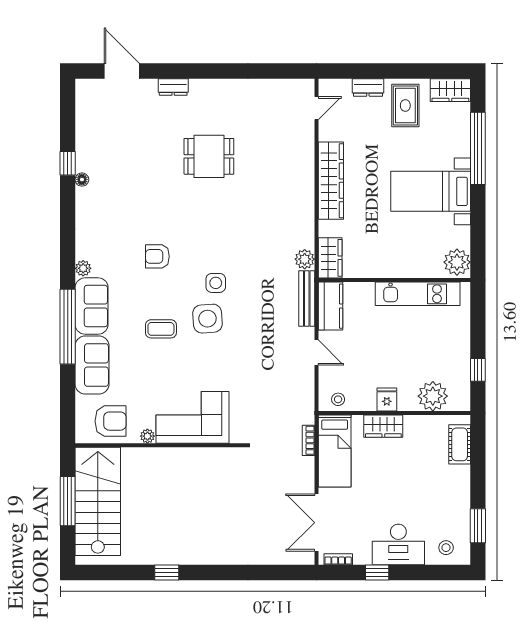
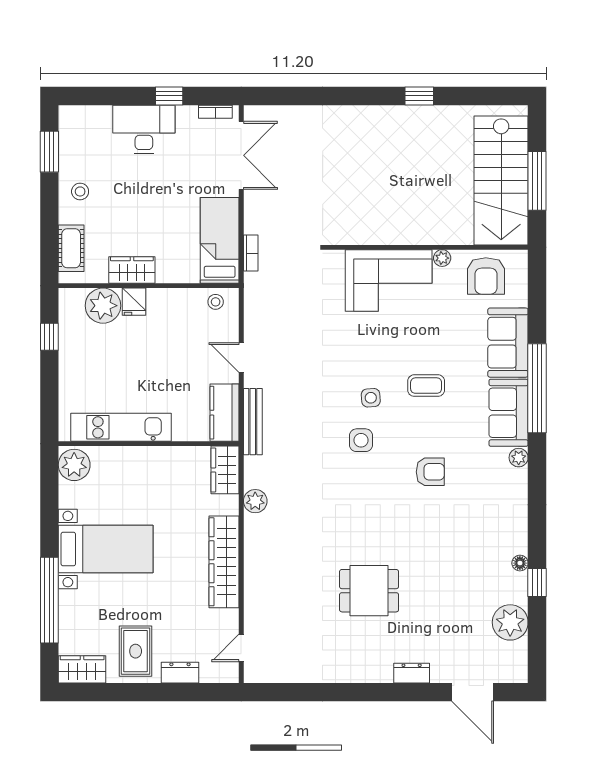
plant: (90, 130) -> (510, 622), added
plant: (305, 259) -> (255, 501), moved
side table: (207, 319) -> (371, 398), width x0.54, depth x0.54
fridge: (387, 399) -> (134, 302), moved
armchair: (111, 421) -> (486, 276), turned -90
wardrobe: (383, 426) -> (132, 270), moved
stool: (446, 548) -> (80, 191), moved

